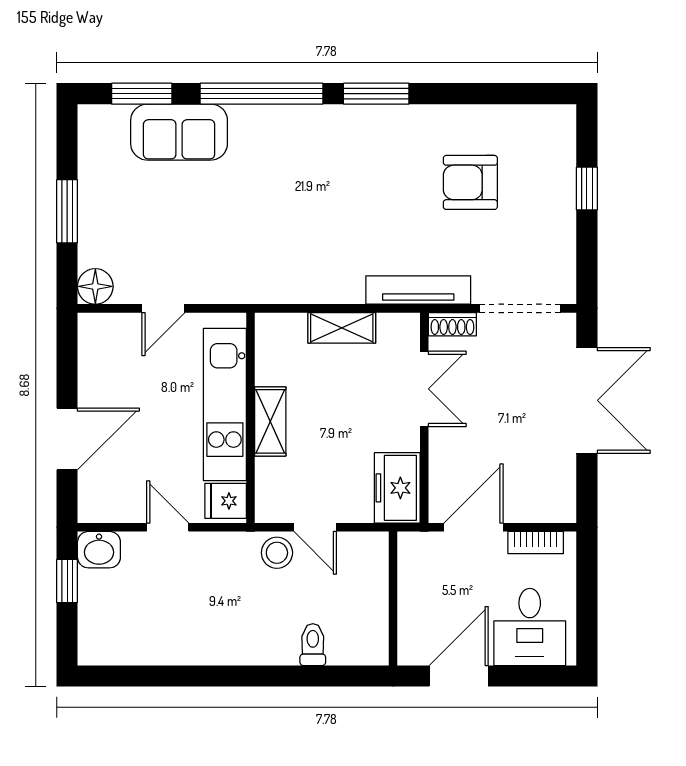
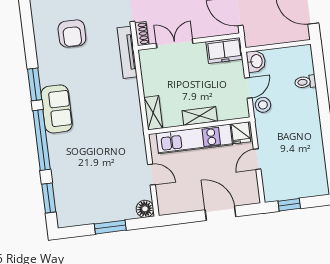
sofa: (179, 132) -> (57, 109), moved
shelving: (342, 328) -> (153, 113), moved
washbasin: (99, 550) -> (256, 61), moved

